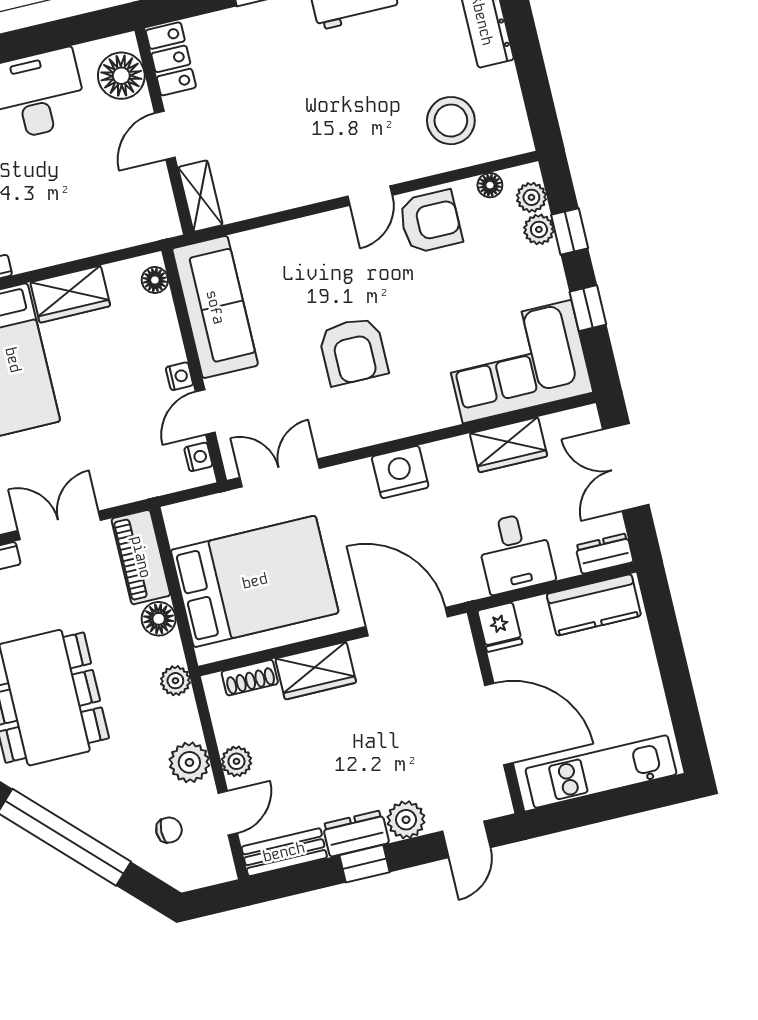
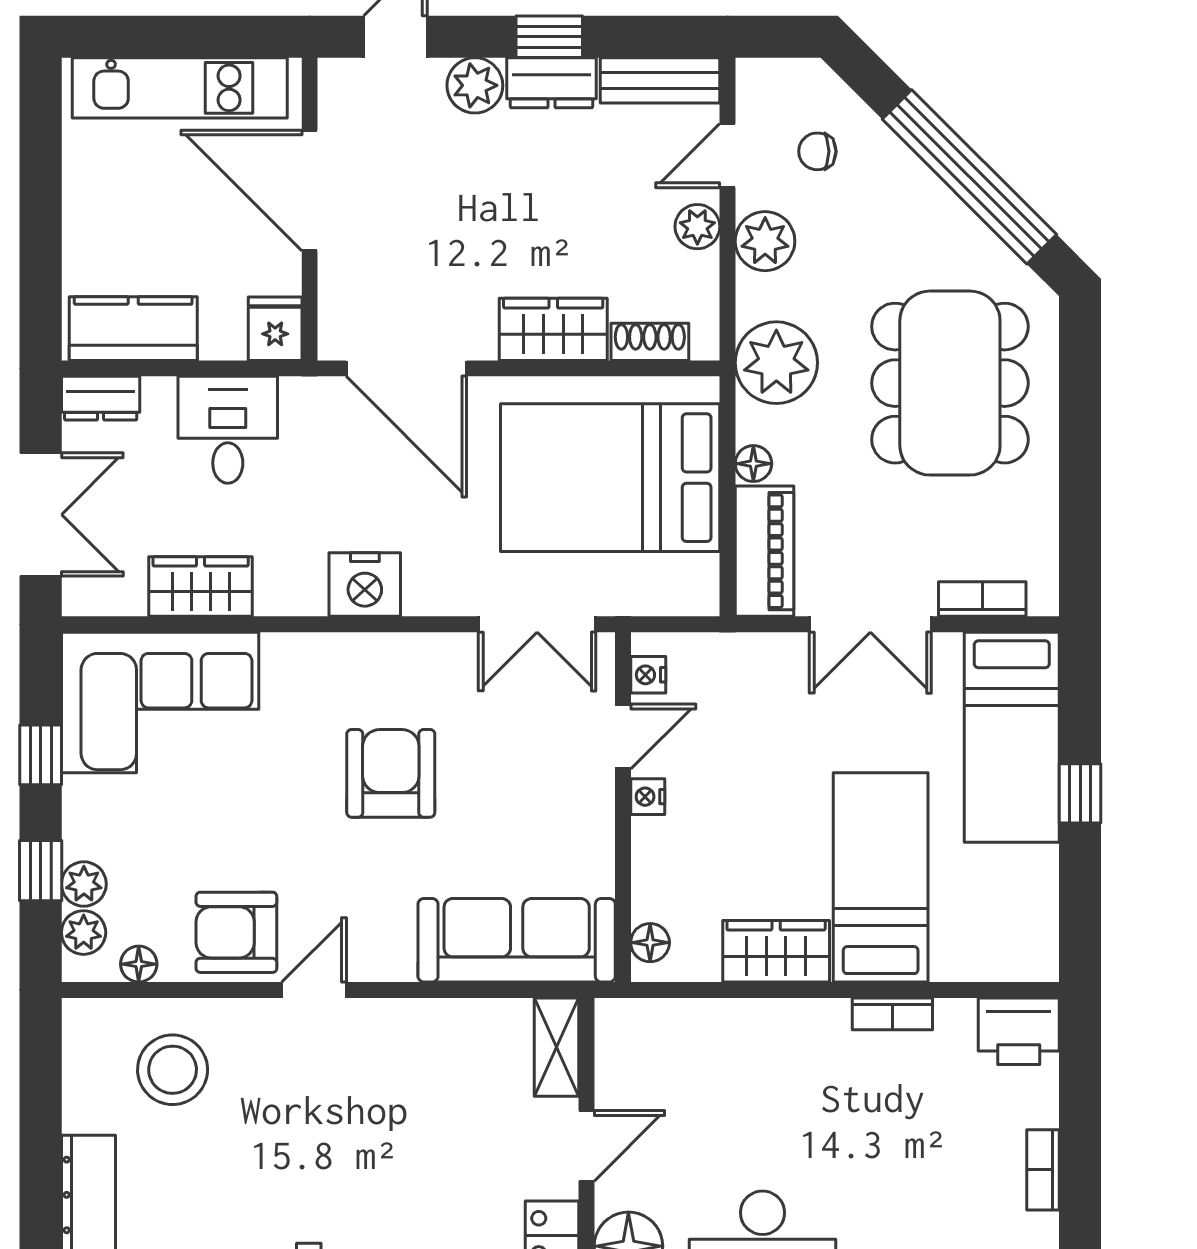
sofa: (215, 307) -> (517, 940), moved, turned 90
floor lamp: (159, 619) -> (753, 464), width x0.73, depth x0.73
plant: (175, 681) -> (776, 363), width x1.87, depth x1.87

